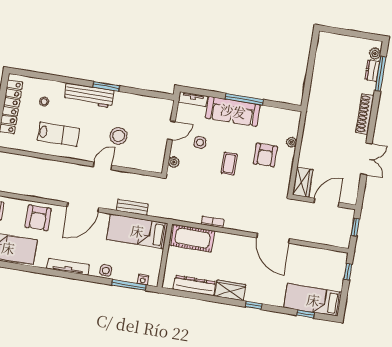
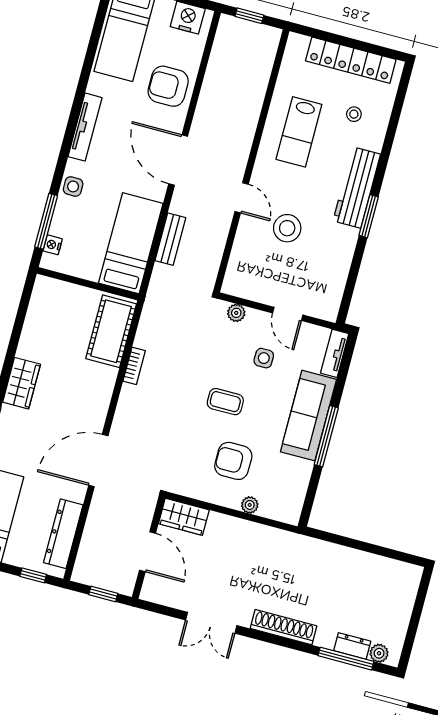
dresser: (194, 286) -> (63, 534), moved, turned 180

